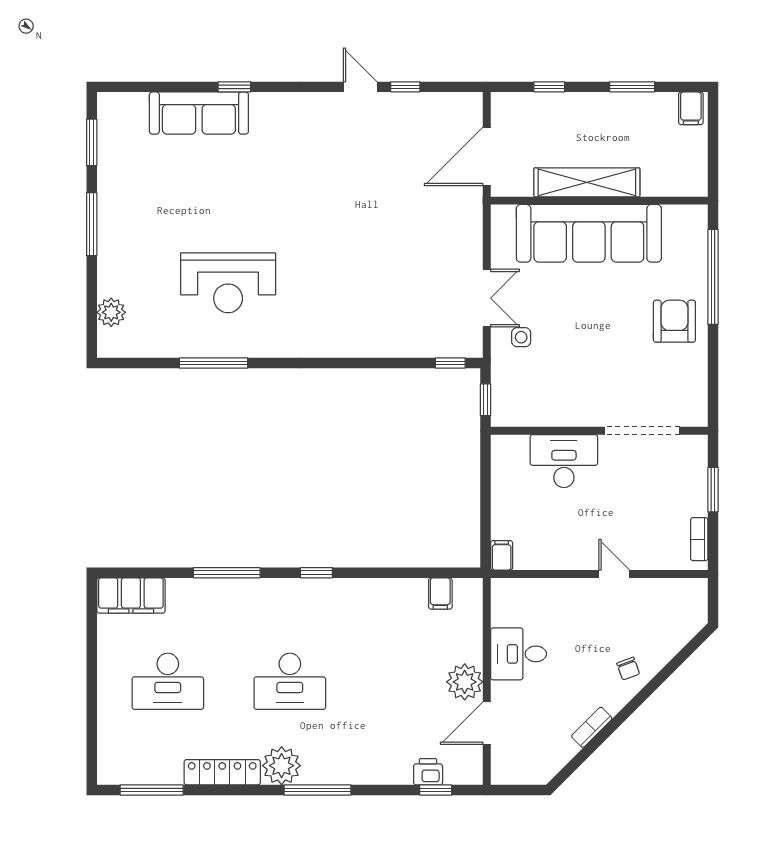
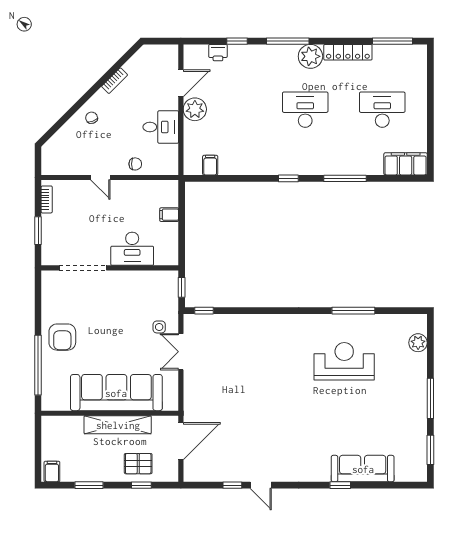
pallet: (554, 121) -> (138, 464), added
filing cabinet: (502, 555) -> (169, 215), moved, turned 90
chair: (559, 595) -> (135, 164), added
window: (436, 790) -> (237, 41), moved

